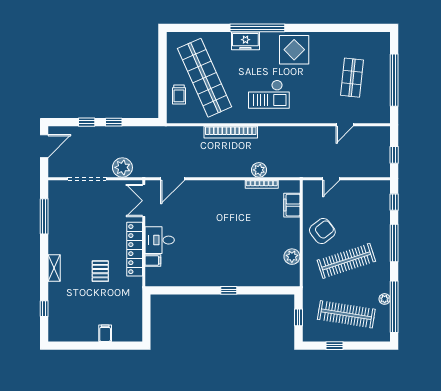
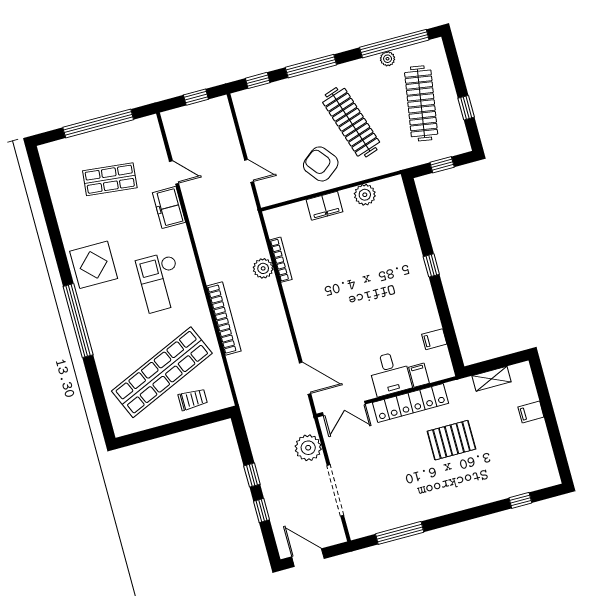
freezer: (245, 41) -> (169, 207), moved, turned 180
checkout: (269, 94) -> (161, 282), turned 180
filing cabinet: (292, 205) -> (325, 206), moved
shelving: (54, 268) -> (491, 379), moved
pallet: (100, 271) -> (451, 440), width x1.50, depth x1.42
filing cabinet: (176, 278) -> (434, 339), added

